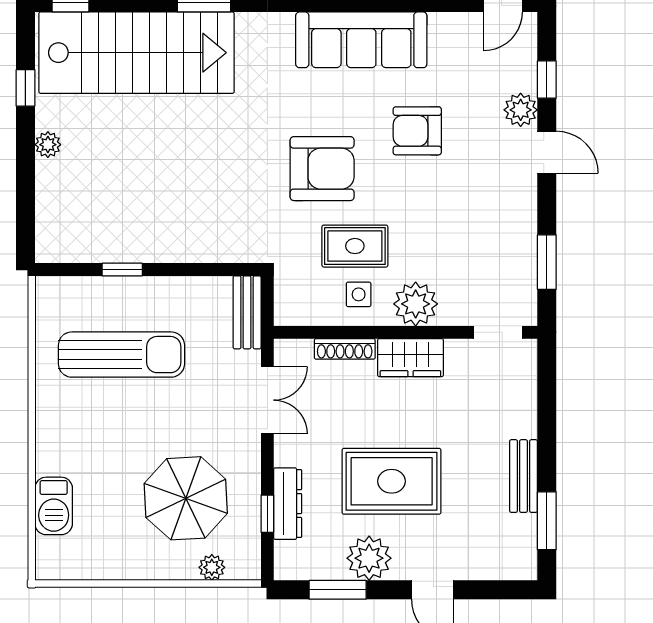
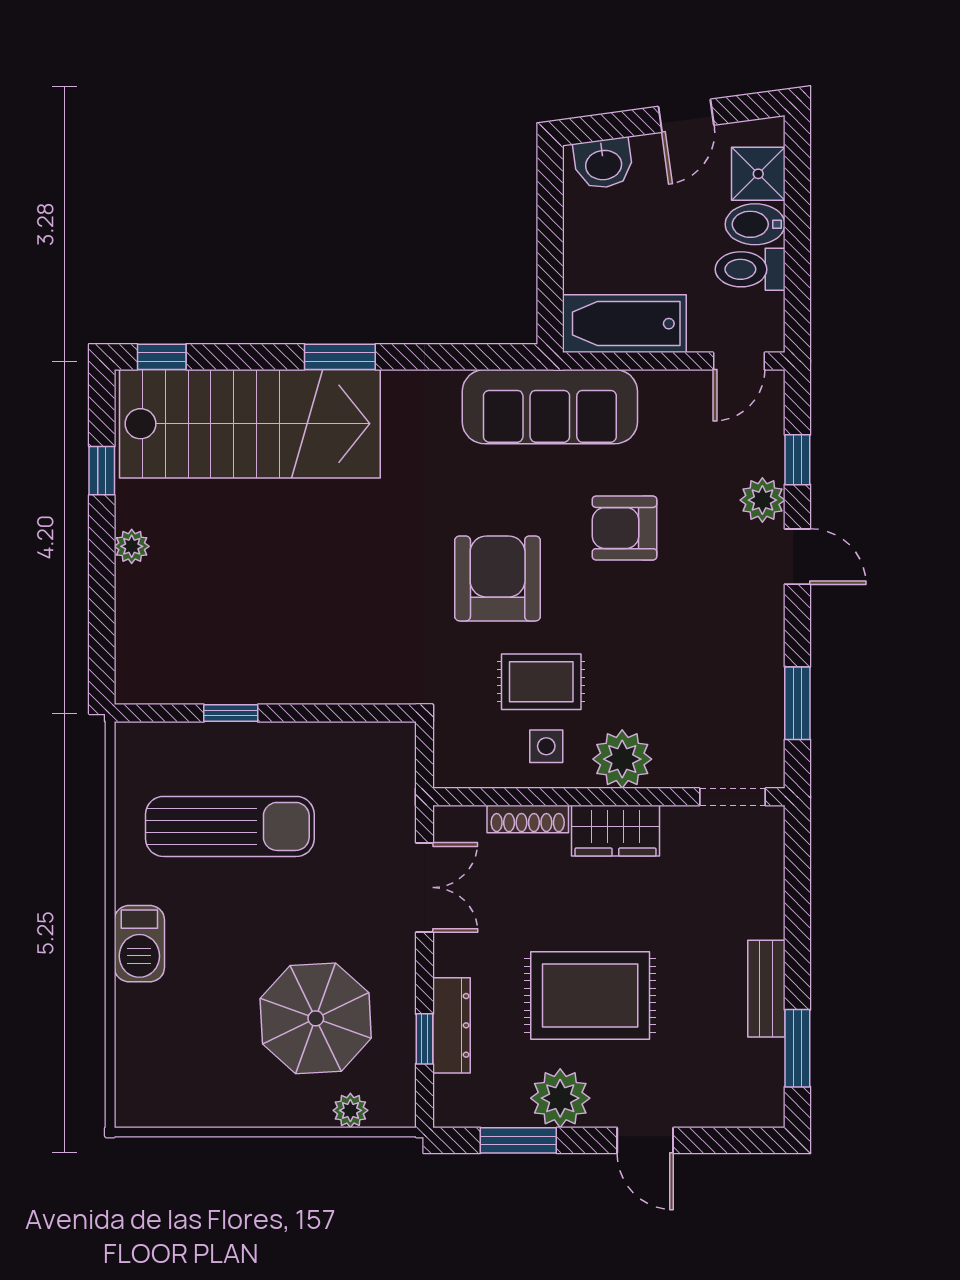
armchair: (322, 169) -> (498, 578), turned -90
bench: (247, 312) -> (397, 770), removed
barbecue: (54, 506) -> (139, 944), moved

